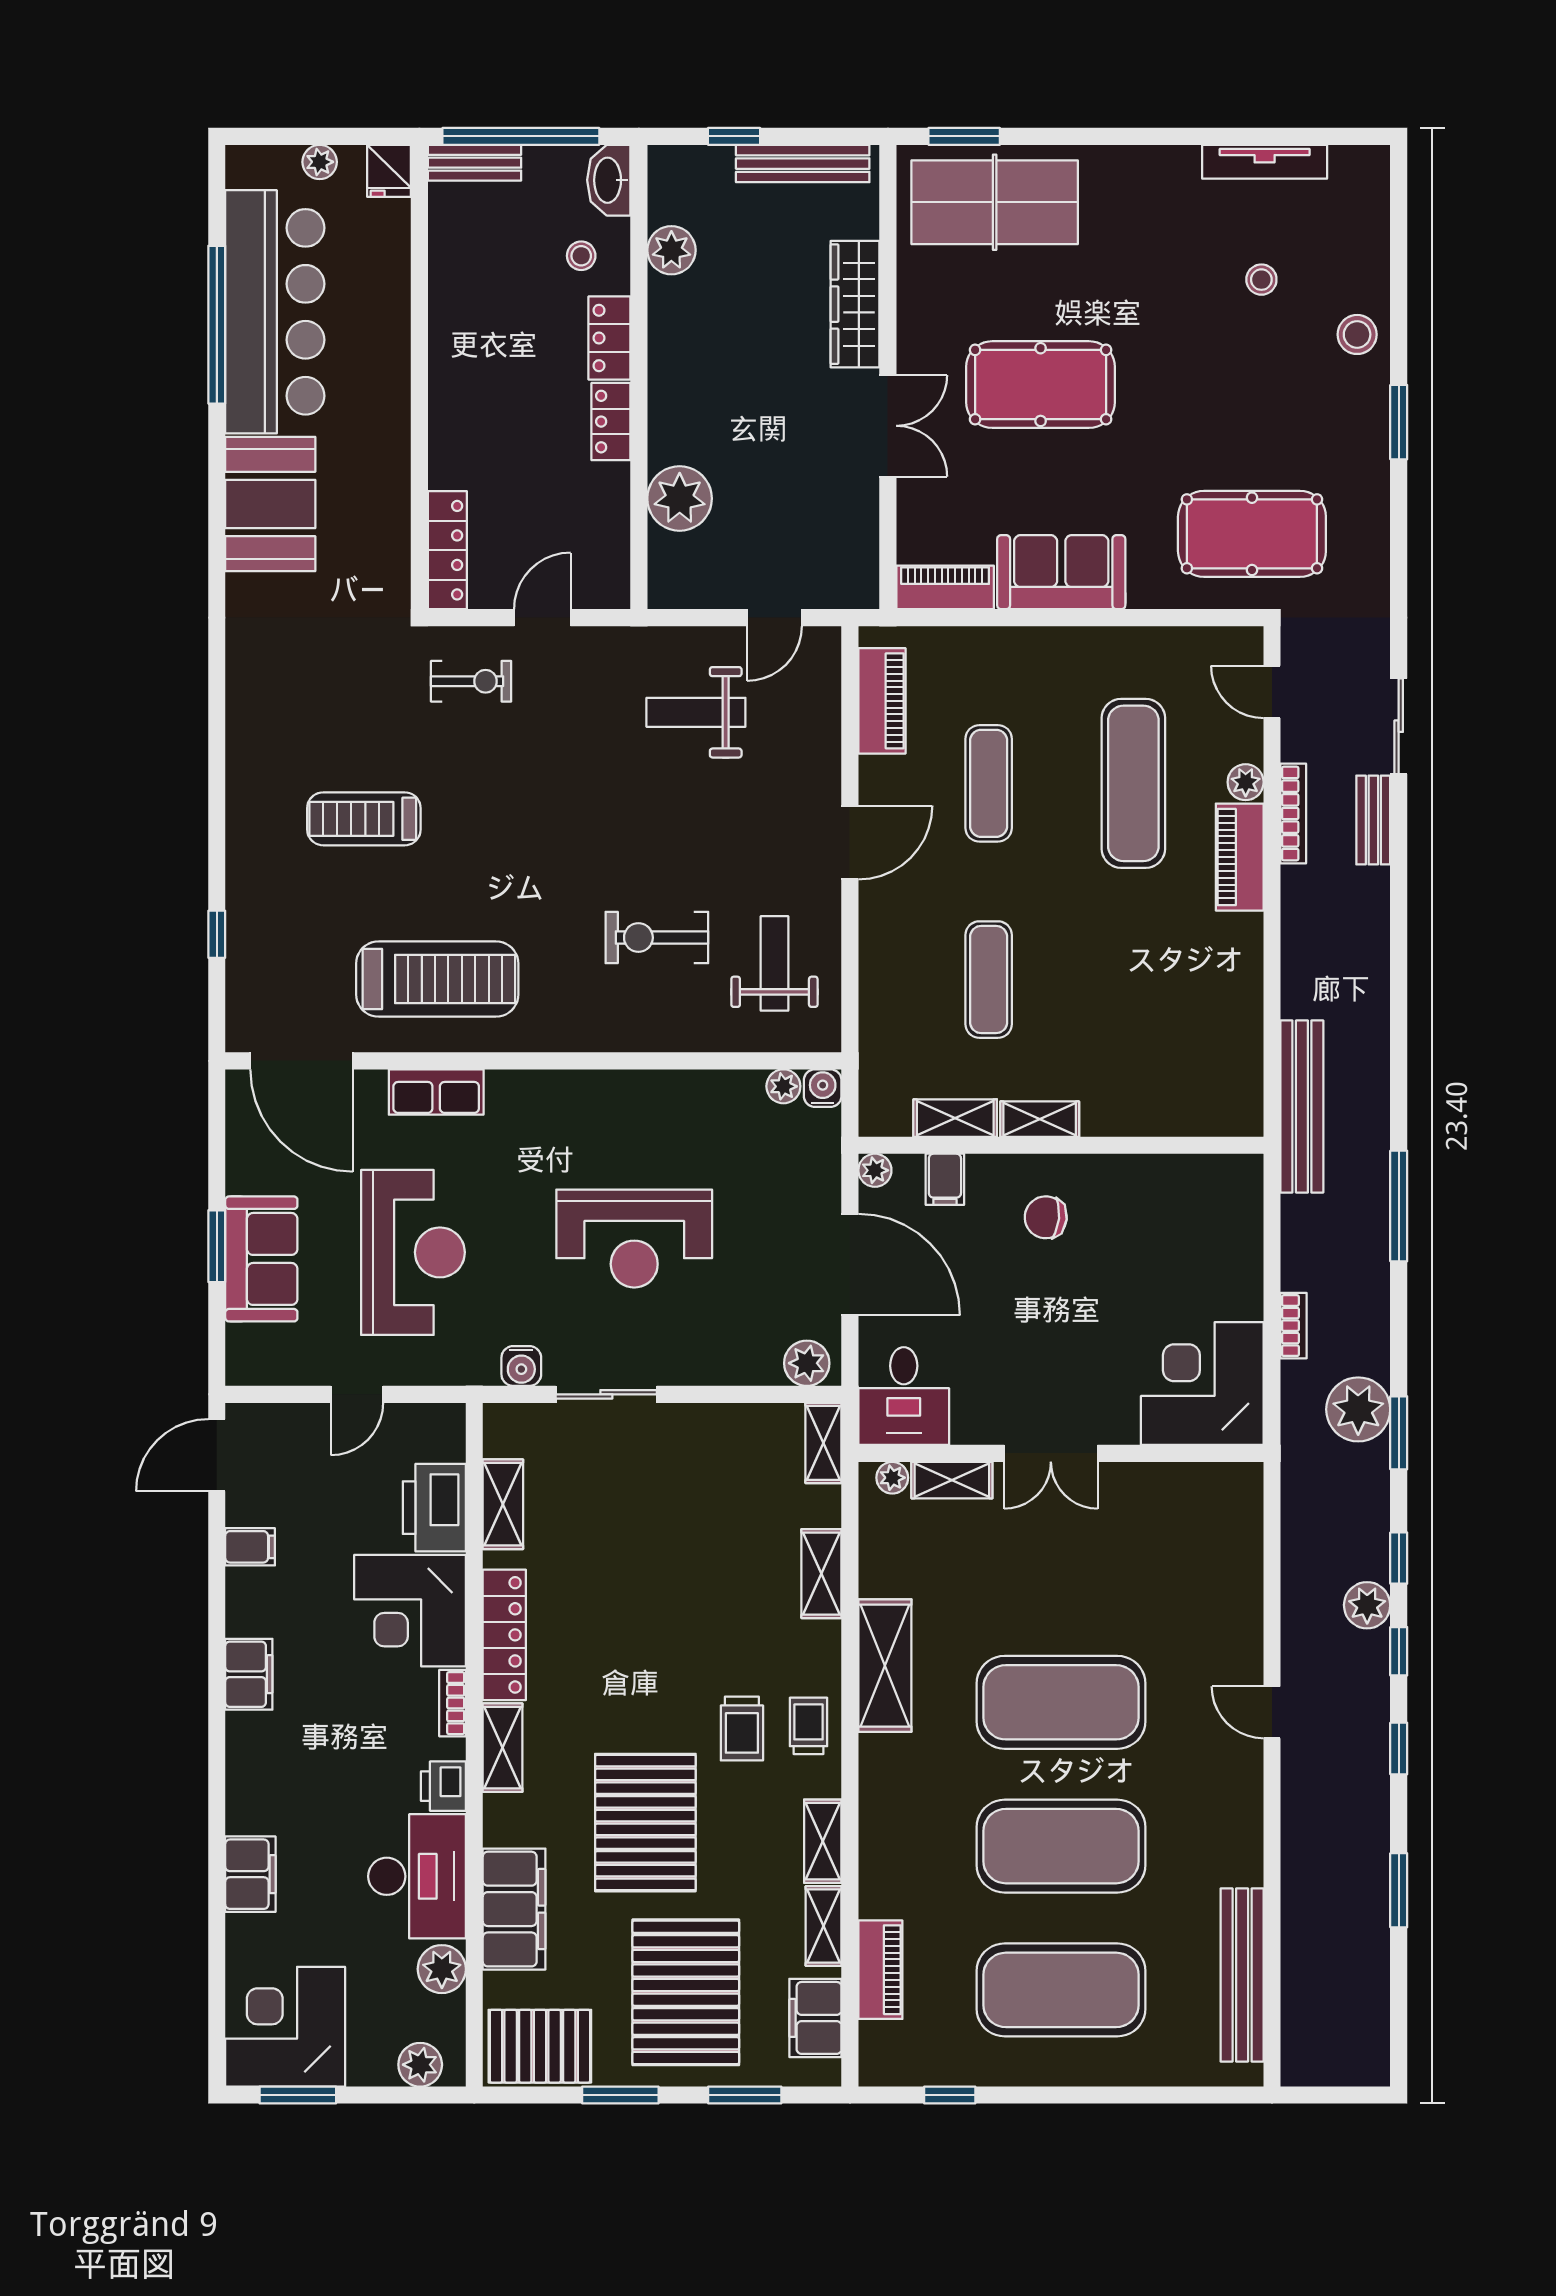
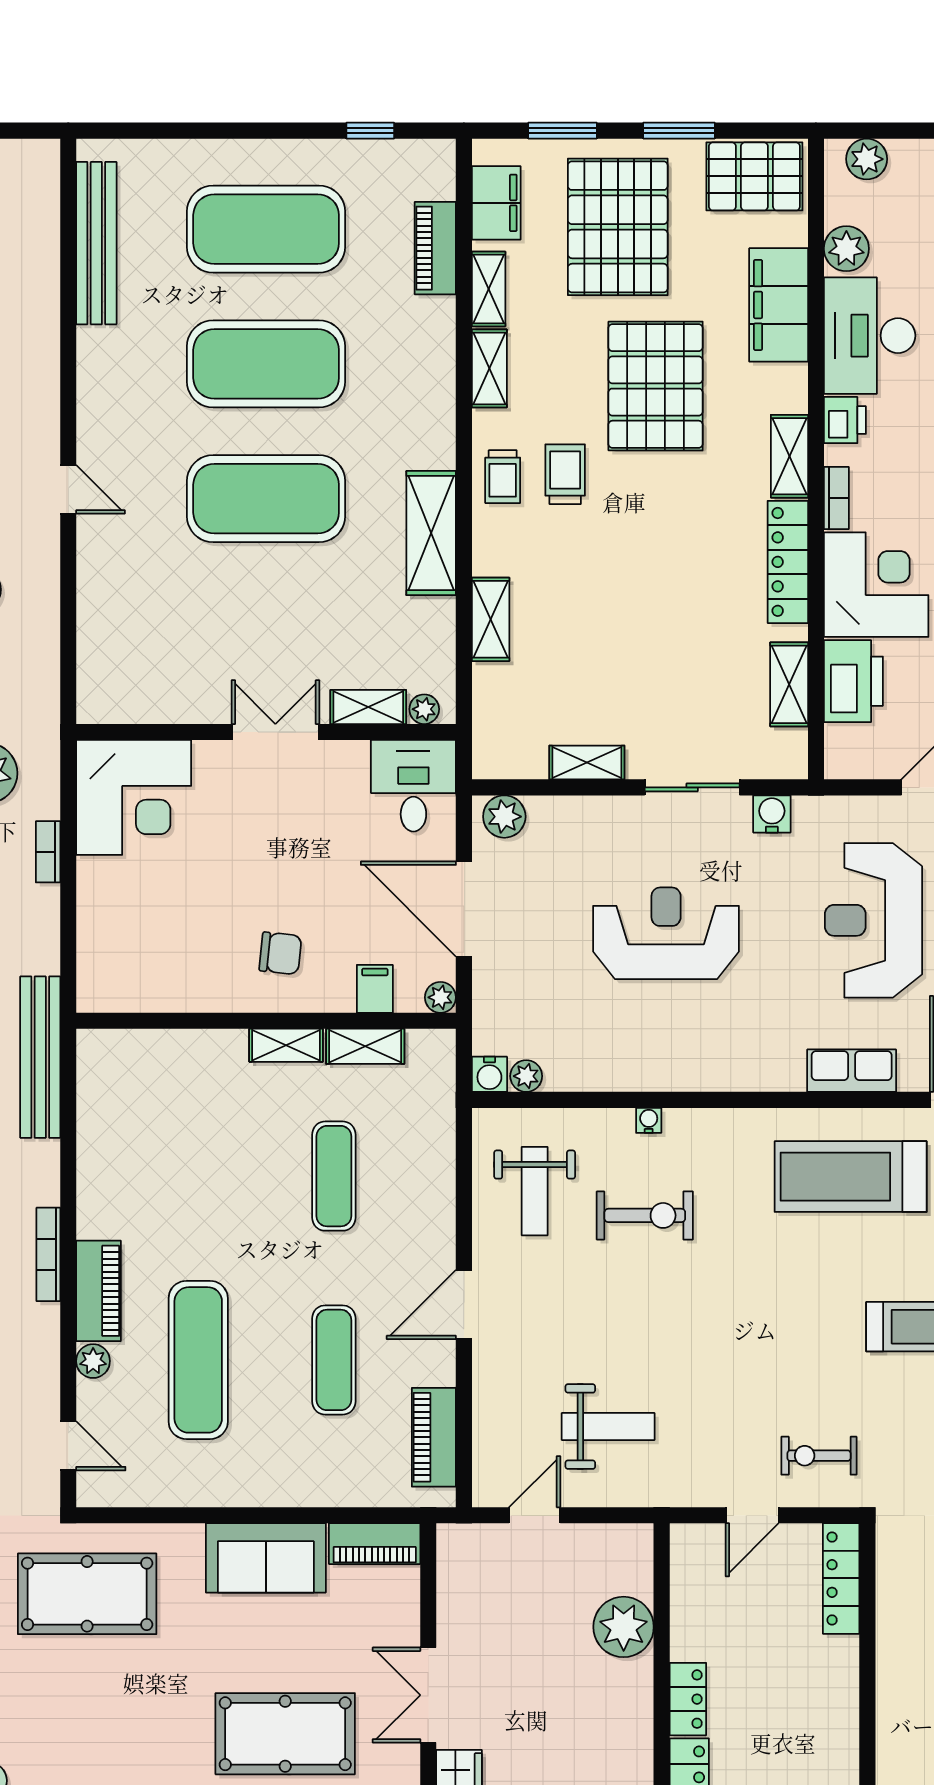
bookcase: (1293, 814) -> (48, 1254), moved
water cooler: (653, 1039) -> (649, 1120), added
shelving: (823, 1443) -> (587, 763), moved, turned 90

